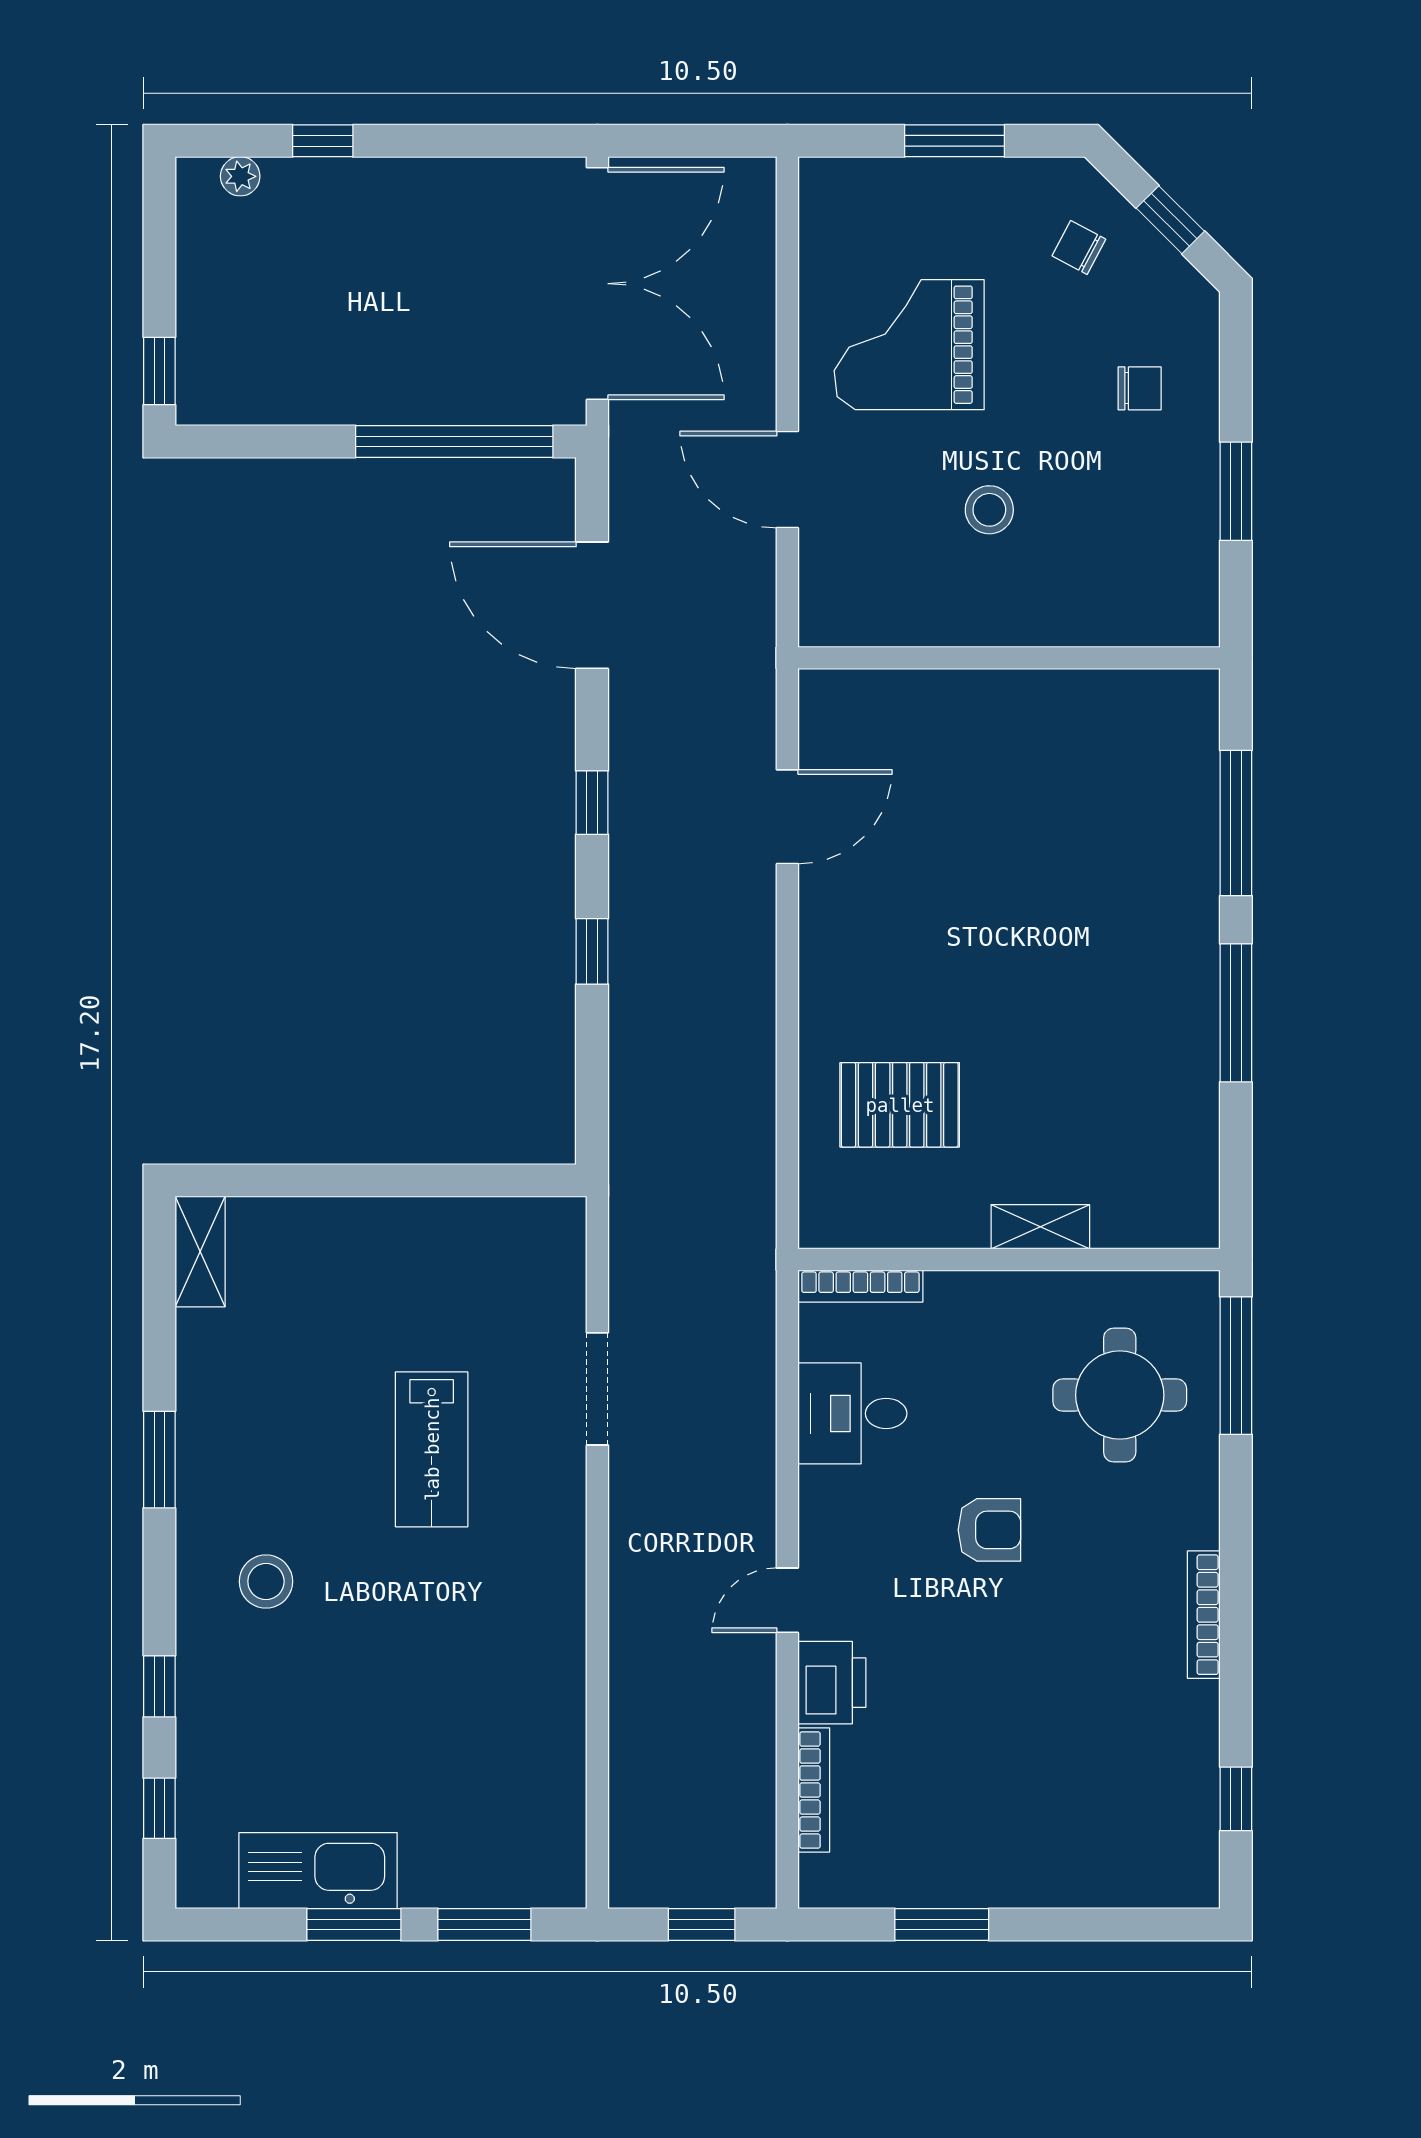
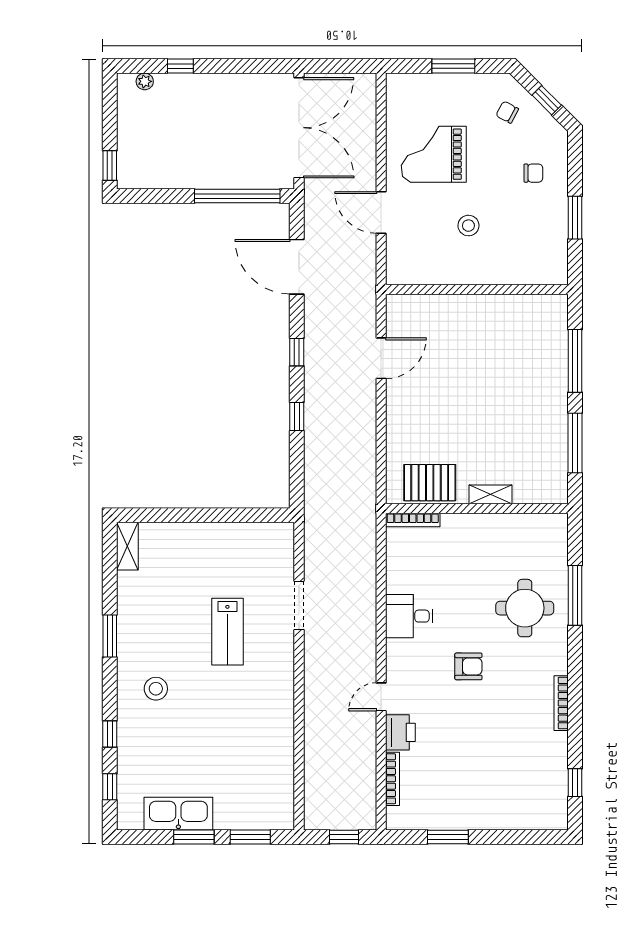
shelving: (1040, 1227) -> (490, 494), moved
wall: (1009, 1260) -> (477, 508), moved
bookcase: (860, 1286) -> (413, 520), moved

